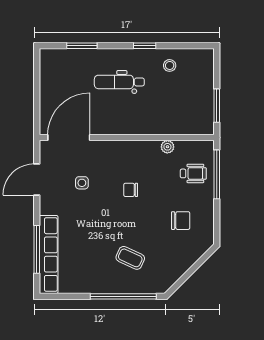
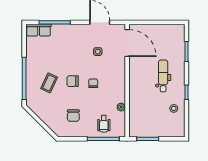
chair: (127, 222) -> (73, 81), added
row of seats: (49, 255) -> (39, 30), width x0.50

